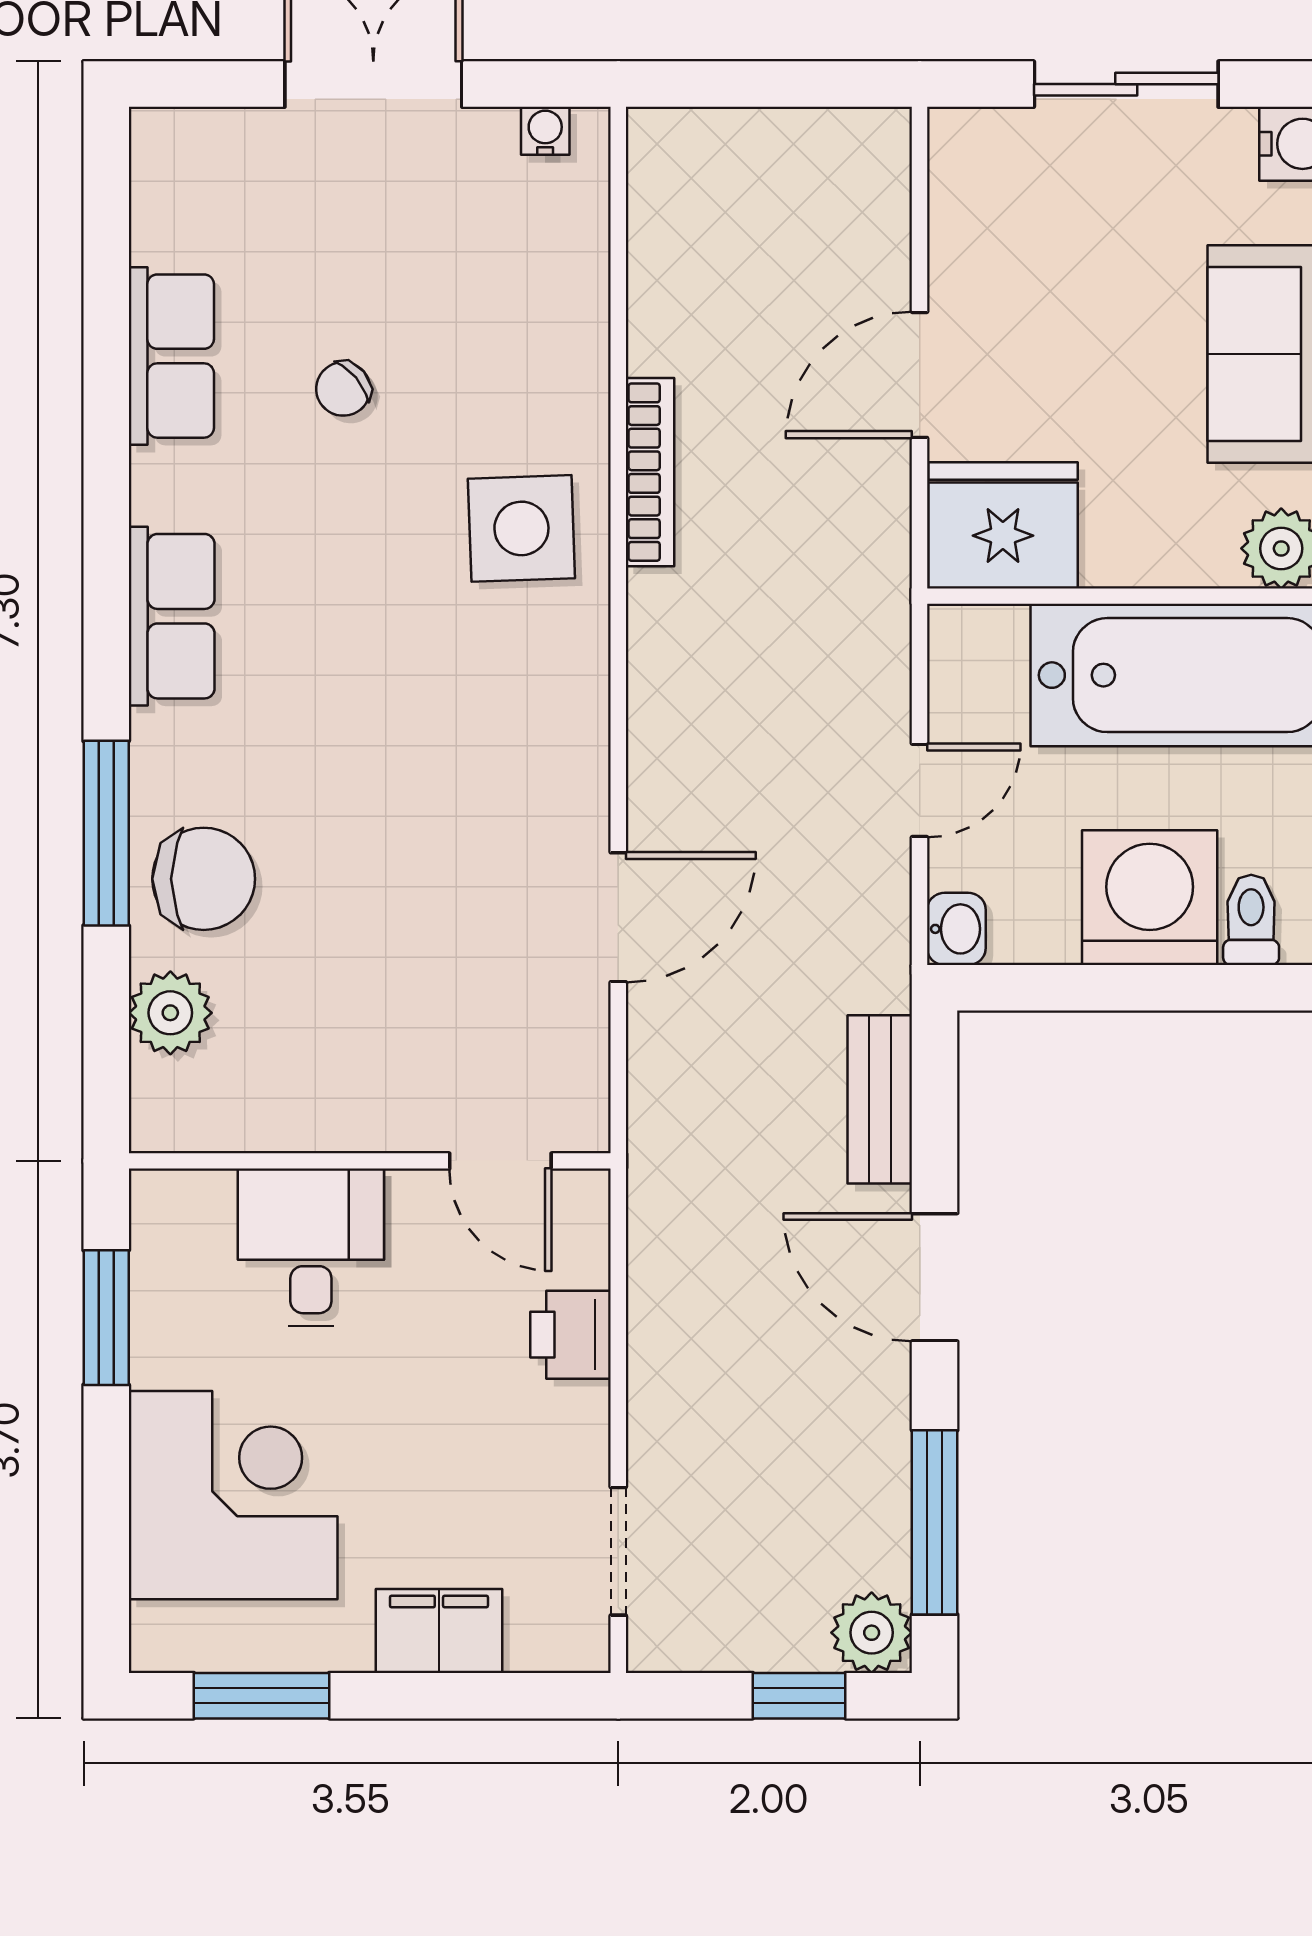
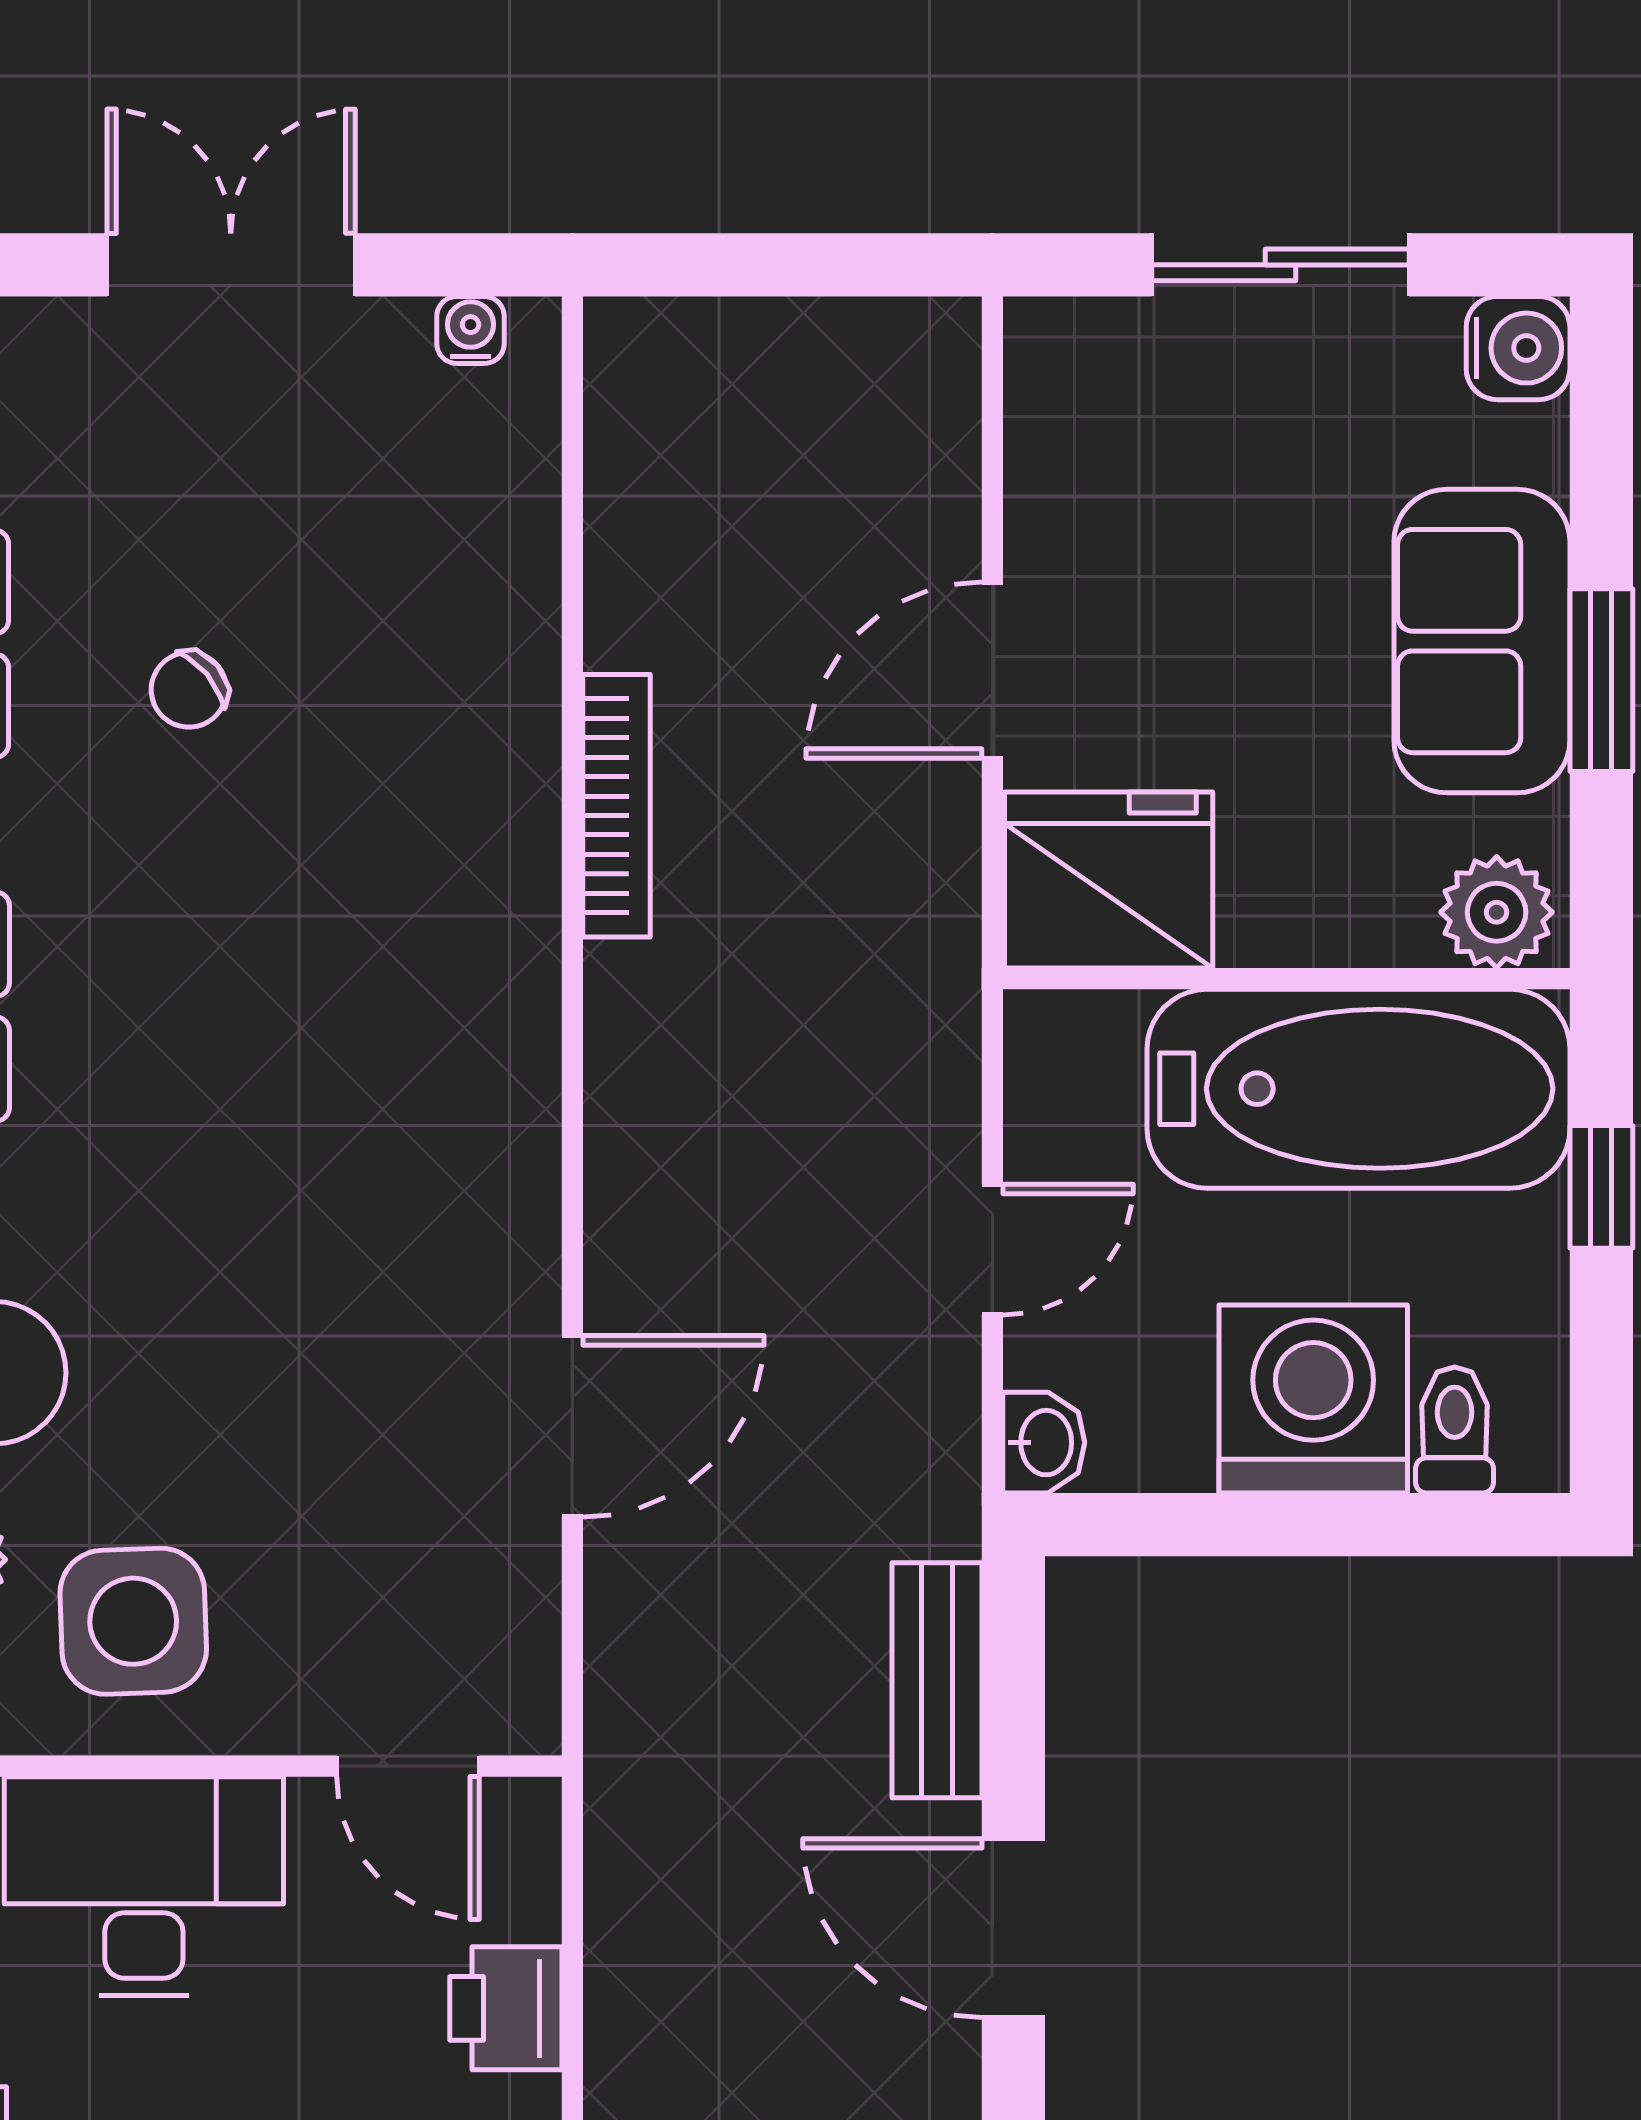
side table: (521, 528) -> (133, 1621), moved
desk: (311, 1247) -> (144, 1886), width x1.37

